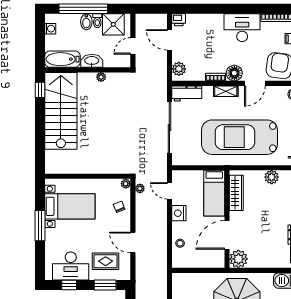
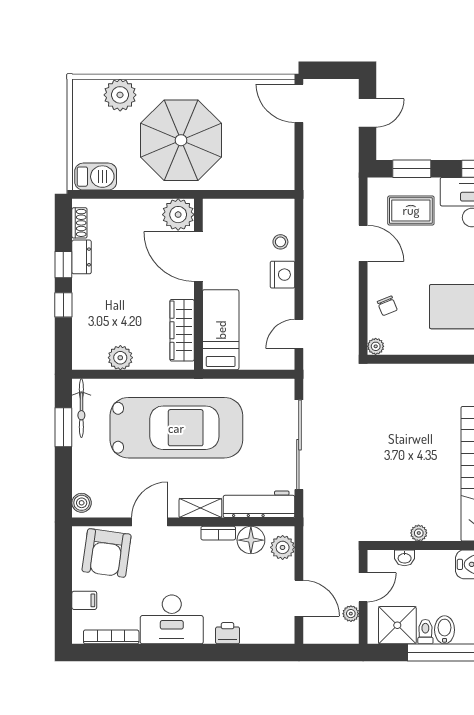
printer: (179, 20) -> (228, 633), moved
washbasin: (92, 61) -> (405, 558), moved, width x0.52, depth x0.69
floor lamp: (234, 73) -> (251, 540), moved
workbench: (187, 93) -> (259, 504), width x1.38
plant: (140, 188) -> (351, 614), moved
door: (169, 191) -> (299, 334), swing flipped
nightstand: (179, 213) -> (282, 275), moved
door: (227, 235) -> (198, 257), swing flipped

